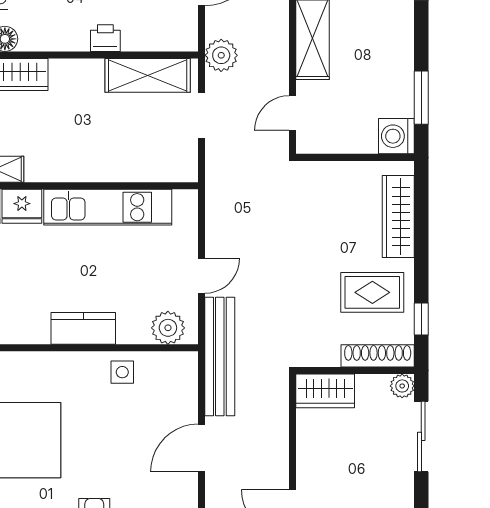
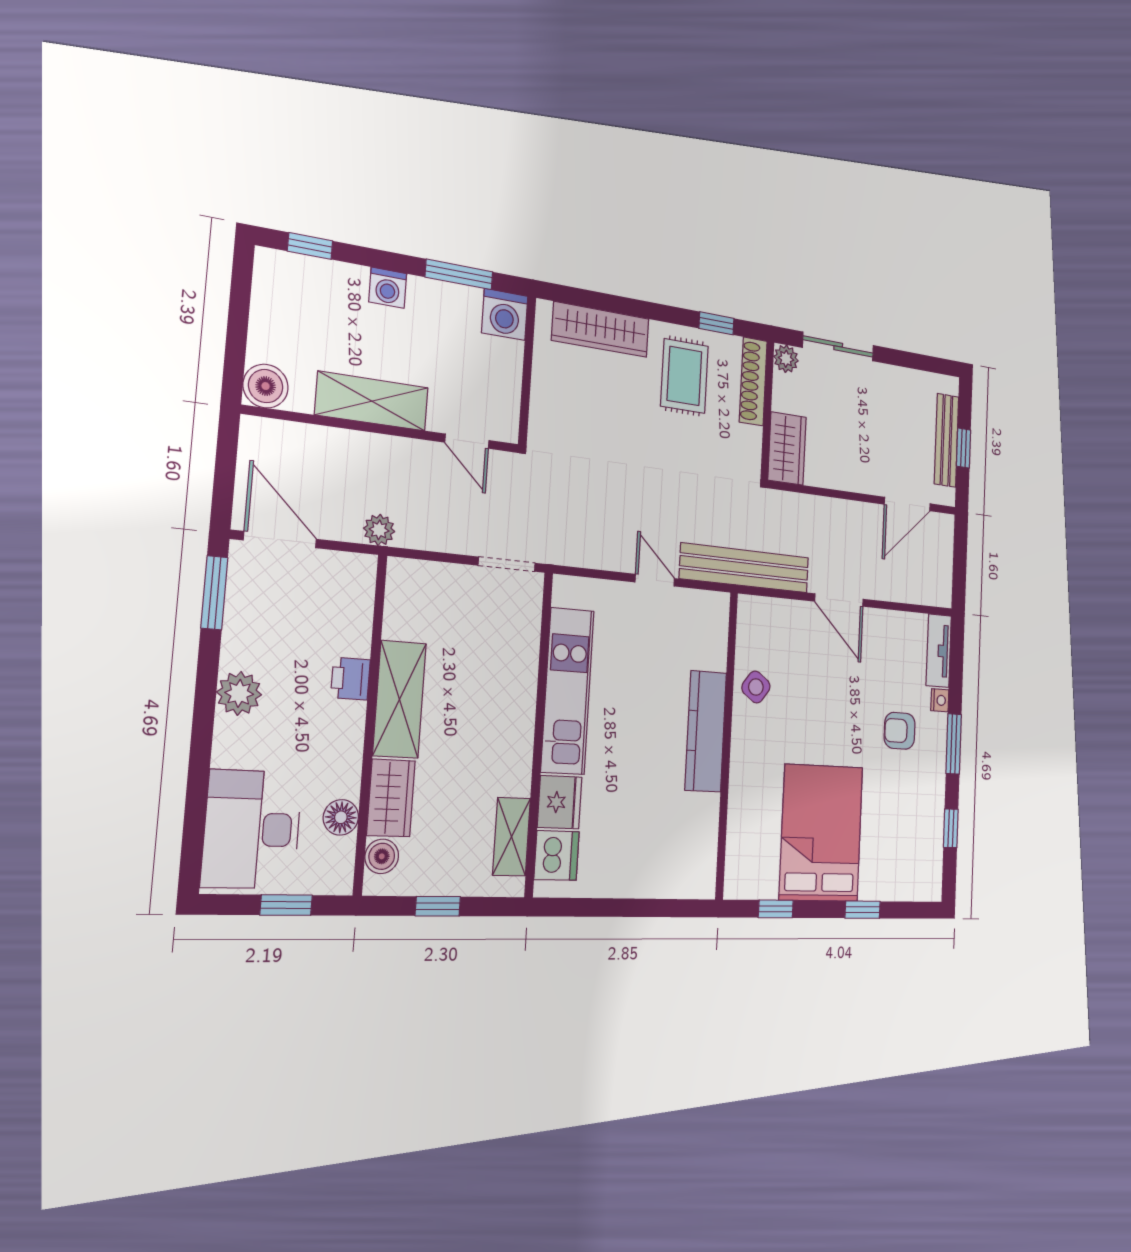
washing machine: (401, 44) -> (388, 288), added
plant: (221, 55) -> (379, 530), width x0.73, depth x0.73
shelving: (148, 75) -> (399, 699), moved
doorway: (202, 116) -> (507, 564), moved
kitchen counter: (83, 328) -> (706, 731), width x1.50
plant: (168, 328) -> (711, 627), removed
side table: (122, 372) -> (756, 687), turned 36

